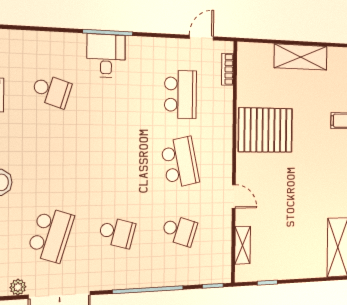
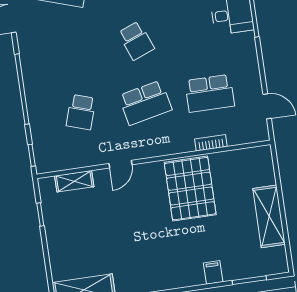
bookcase: (227, 69) -> (211, 143), moved
school desk: (117, 233) -> (136, 41), moved, turned -36

